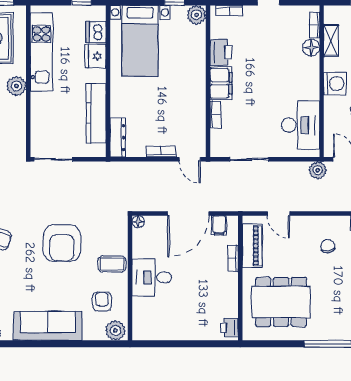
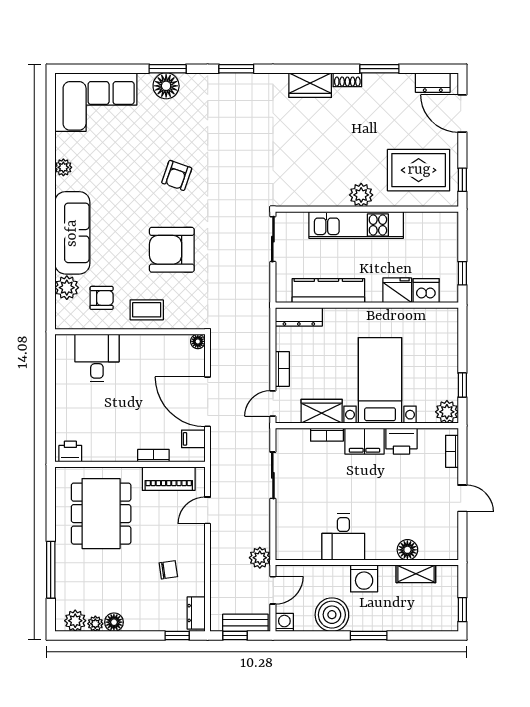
bookcase: (314, 25) -> (435, 554), removed
bed with nightstands: (140, 41) -> (380, 380), moved, turned 90
kitchen unit: (41, 52) -> (356, 225), moved
wardrobe: (196, 119) -> (322, 411), added
desk: (300, 125) -> (343, 537), moved, width x0.73
coffee table: (112, 264) -> (147, 310), turned 90
desk: (152, 277) -> (97, 358), moved
plant: (115, 330) -> (67, 288), moved

